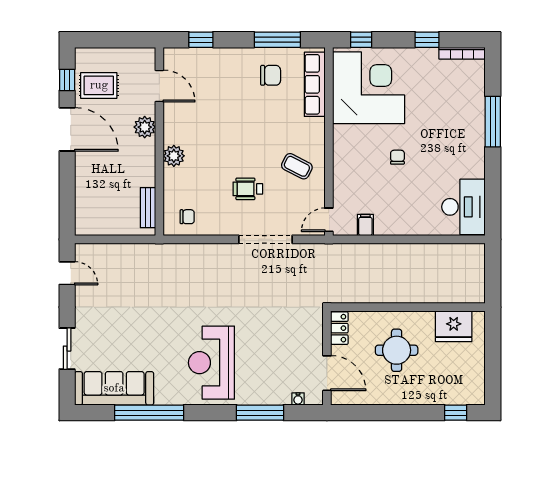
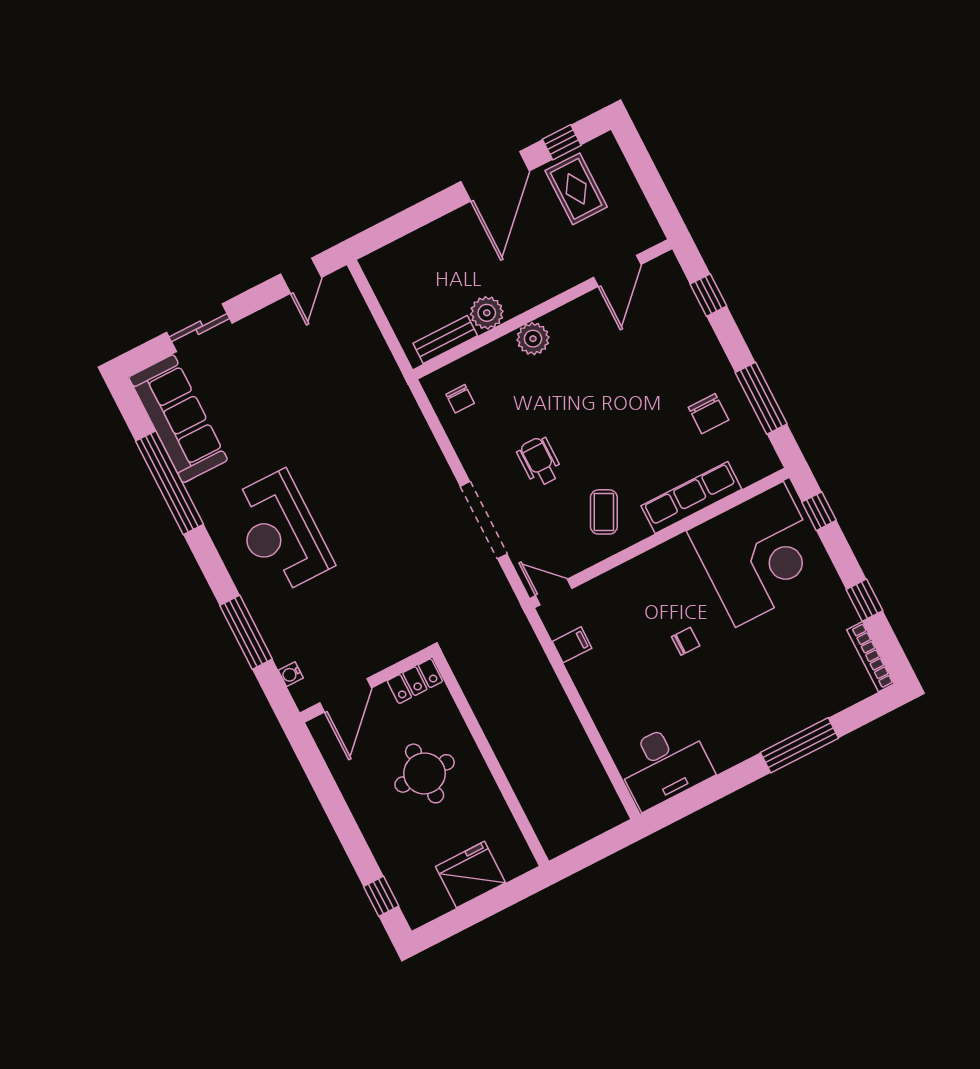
row of seats: (315, 84) -> (691, 498), moved
plant: (145, 127) -> (487, 313), moved
fridge: (454, 326) -> (471, 875), moved, turned 90
reception desk: (211, 363) -> (280, 532), turned -90

